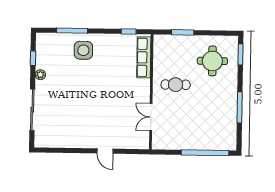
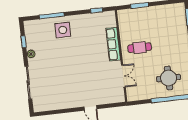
row of seats: (144, 57) -> (113, 44), moved
round table: (212, 61) -> (169, 78), moved
double door: (151, 117) -> (123, 76), swing flipped

